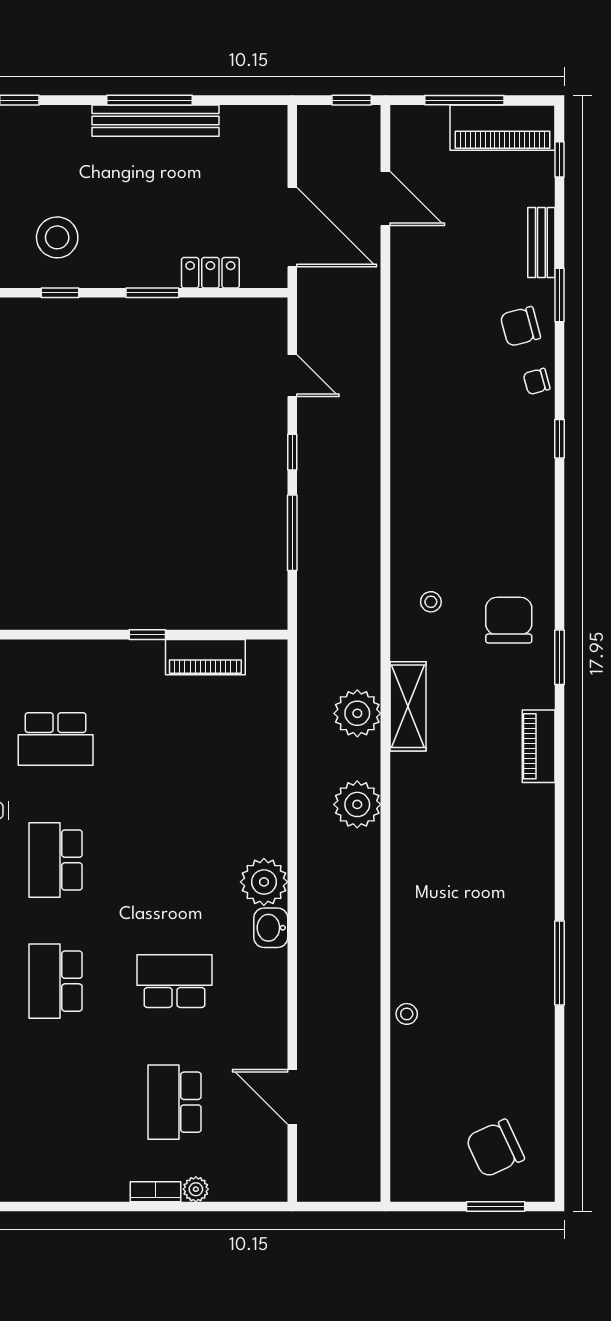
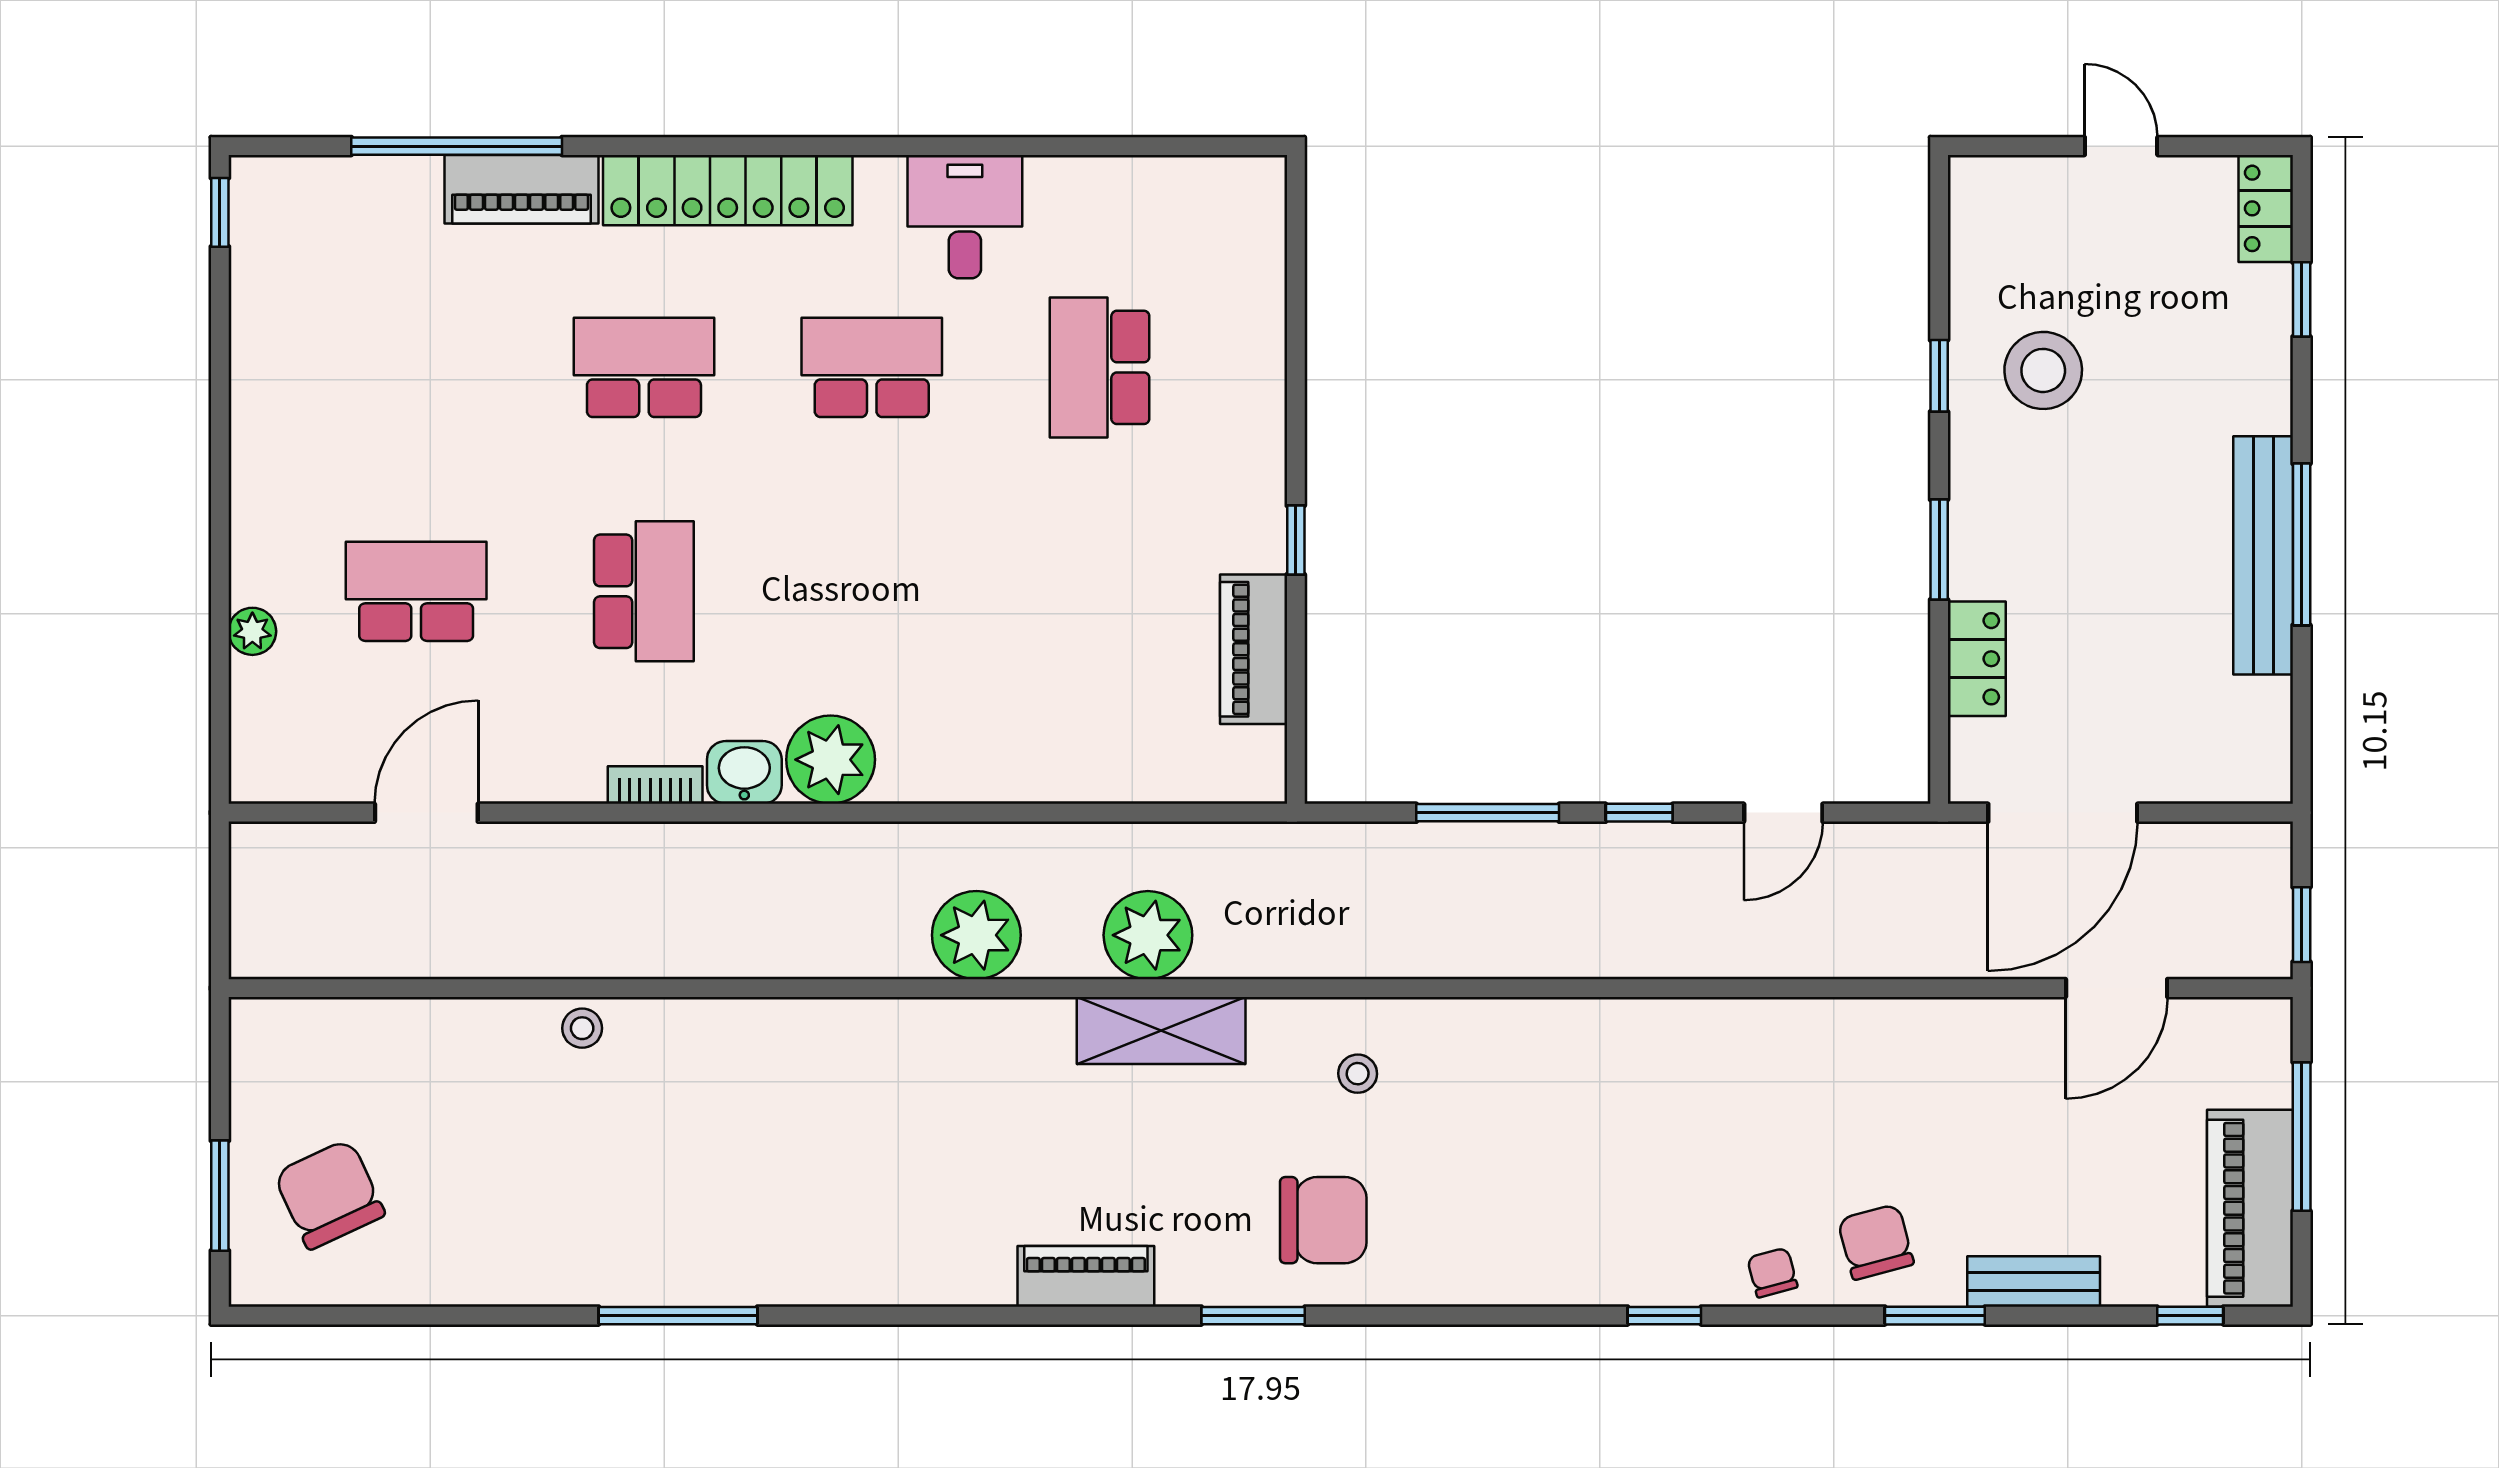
bookcase: (156, 1192) -> (655, 785), moved, turned -90

